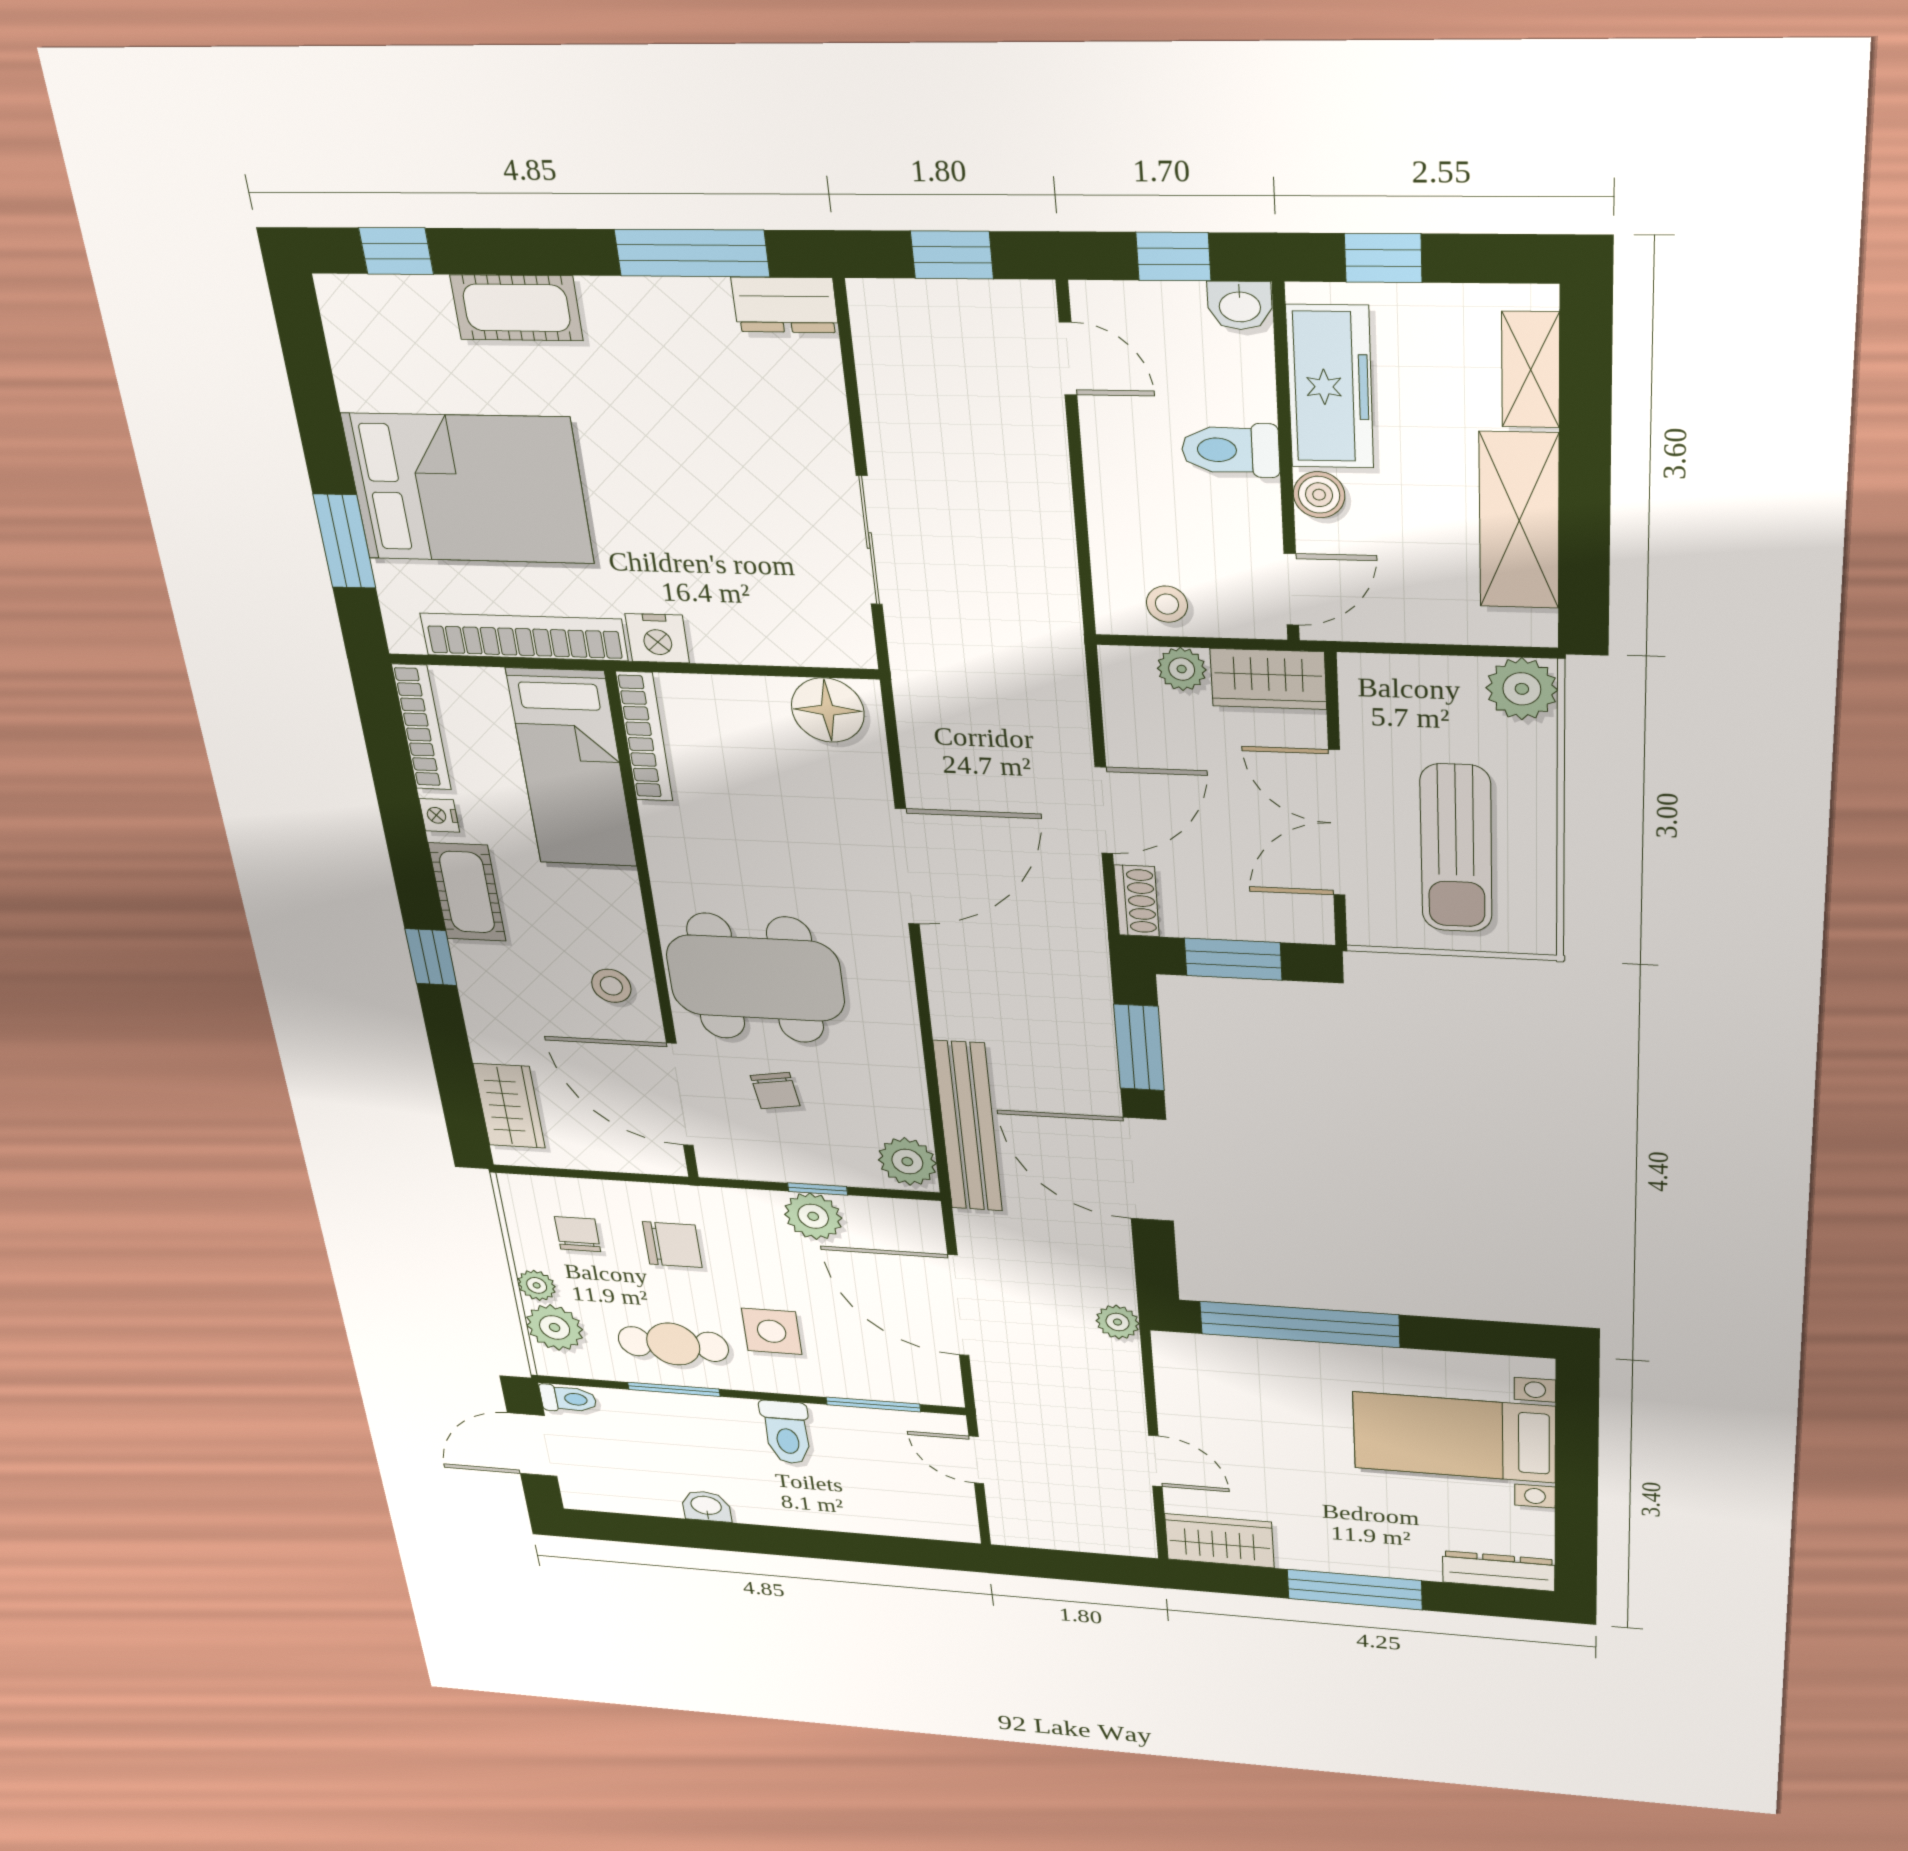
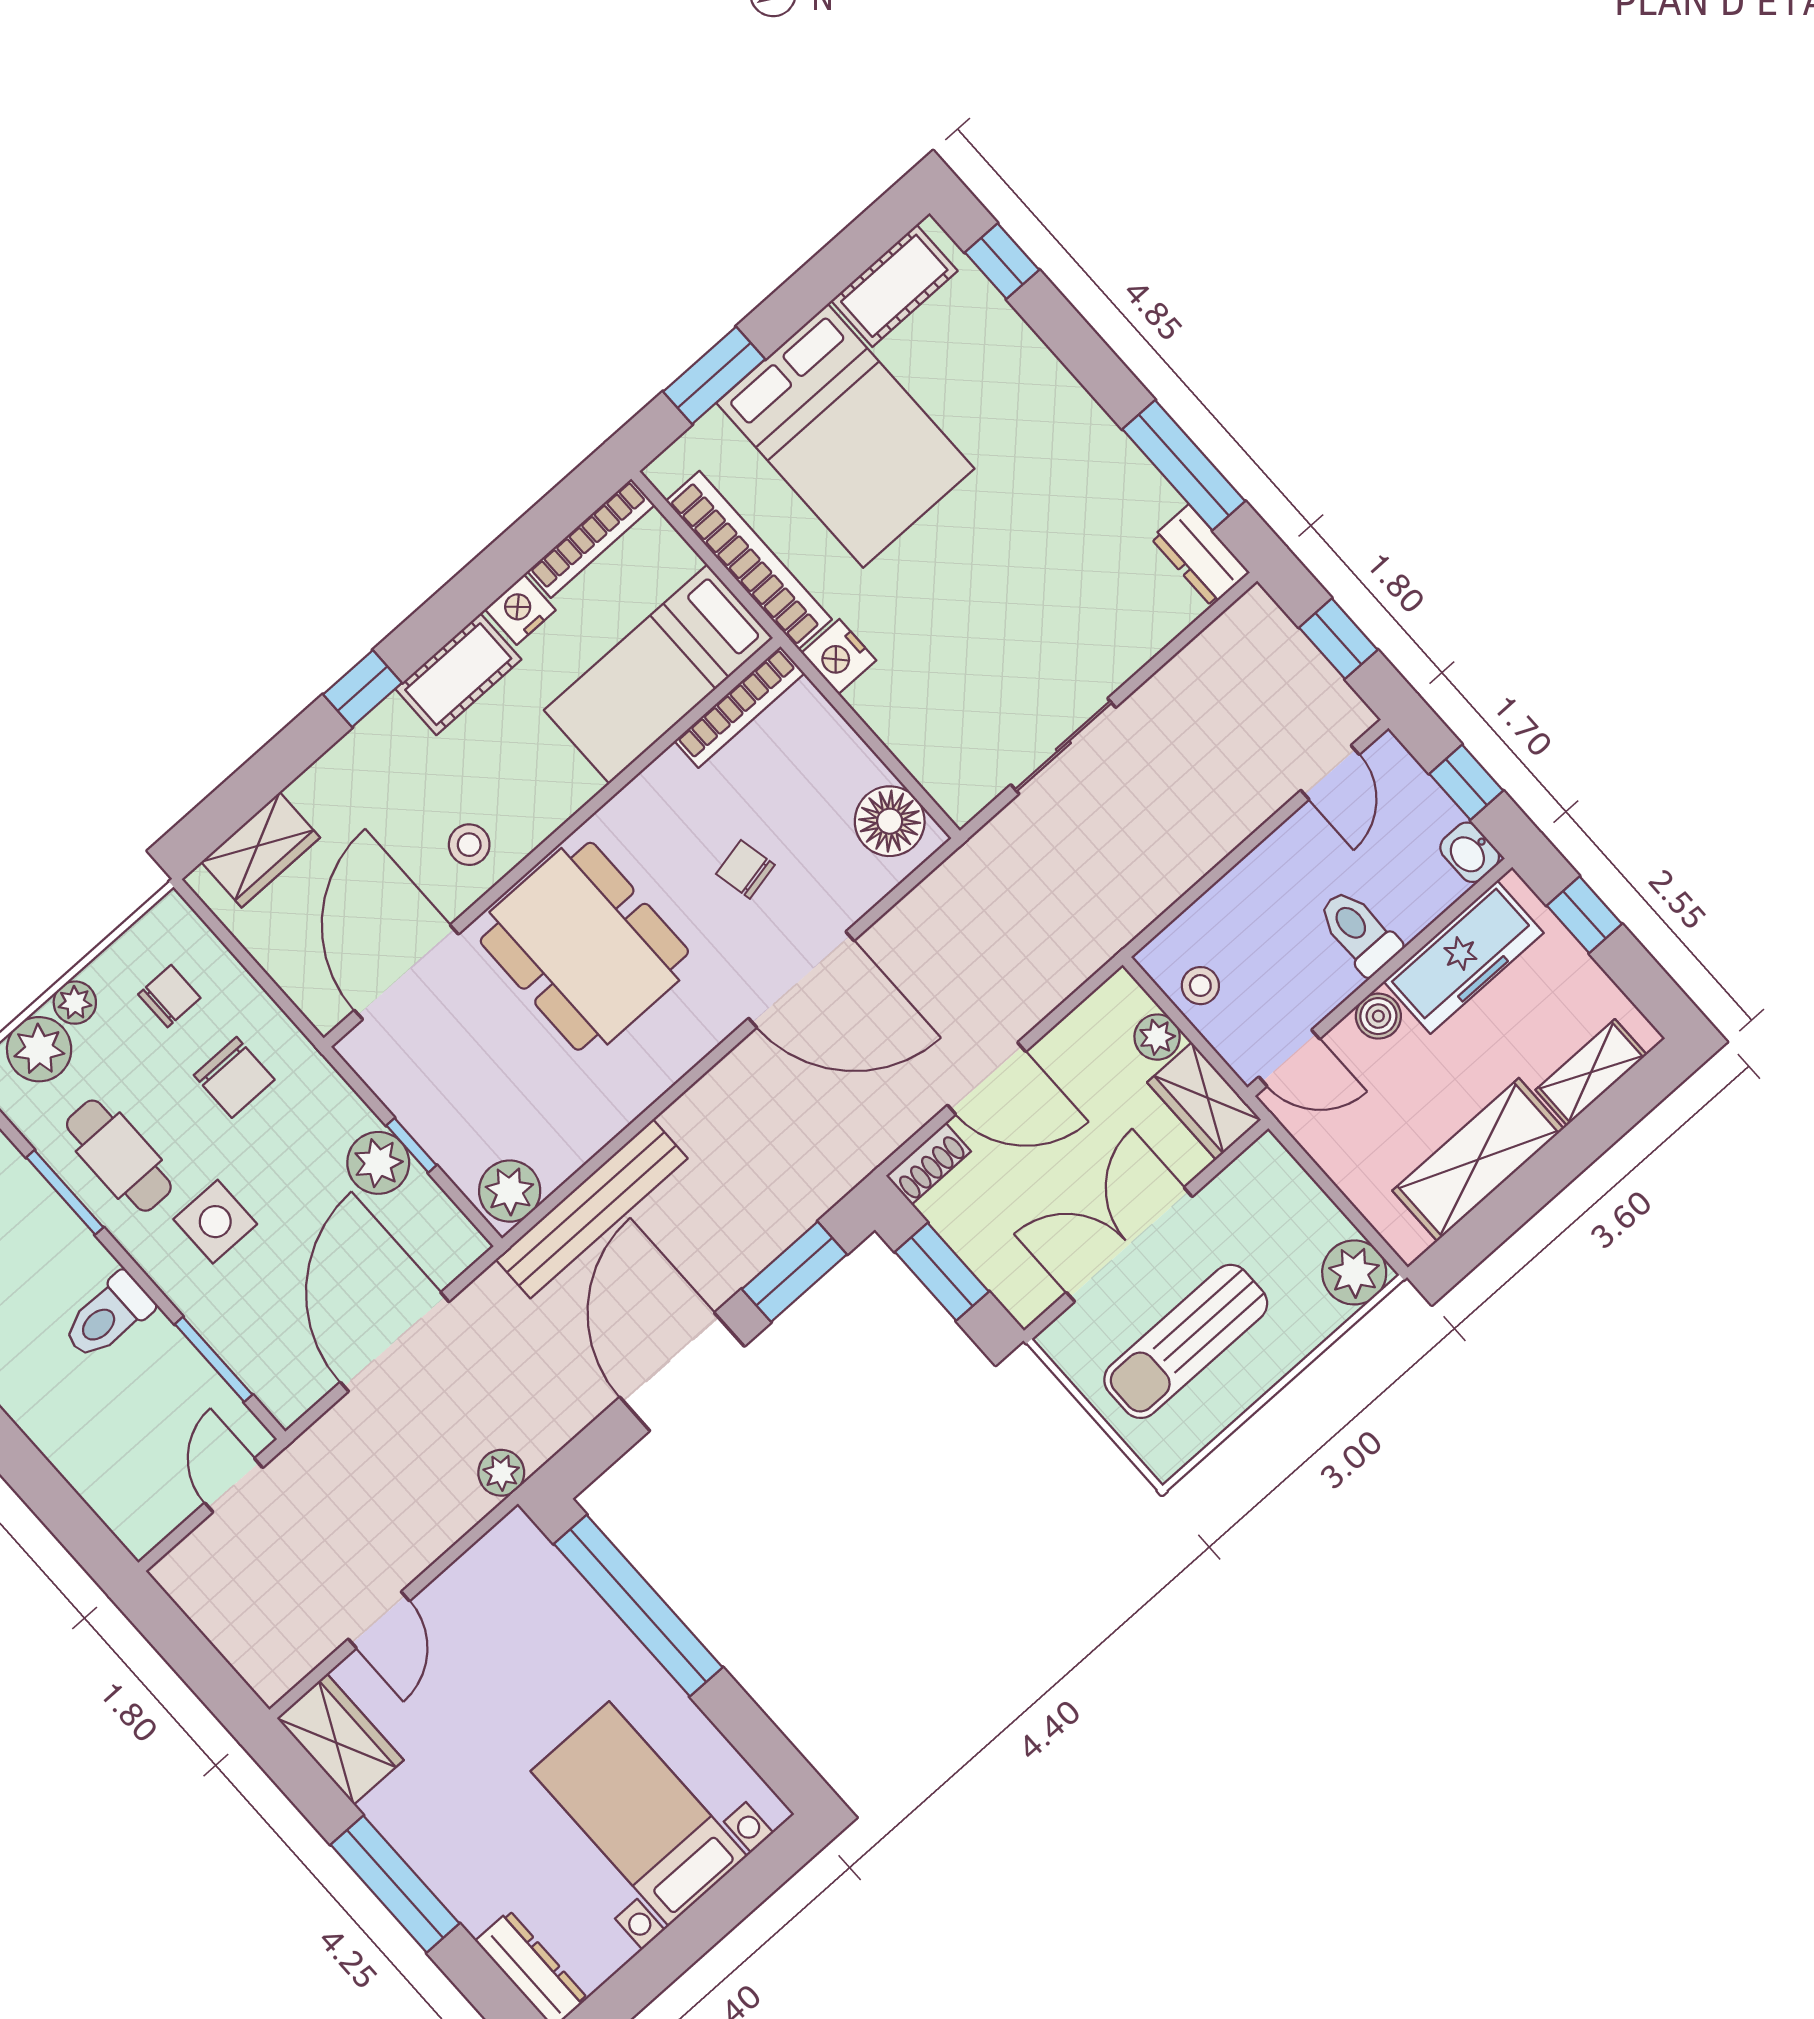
cot: (517, 308) -> (894, 286), moved, turned 90
nightstand: (439, 815) -> (520, 610), width x1.39, depth x1.35
chair: (775, 1091) -> (745, 869), moved, turned 87

